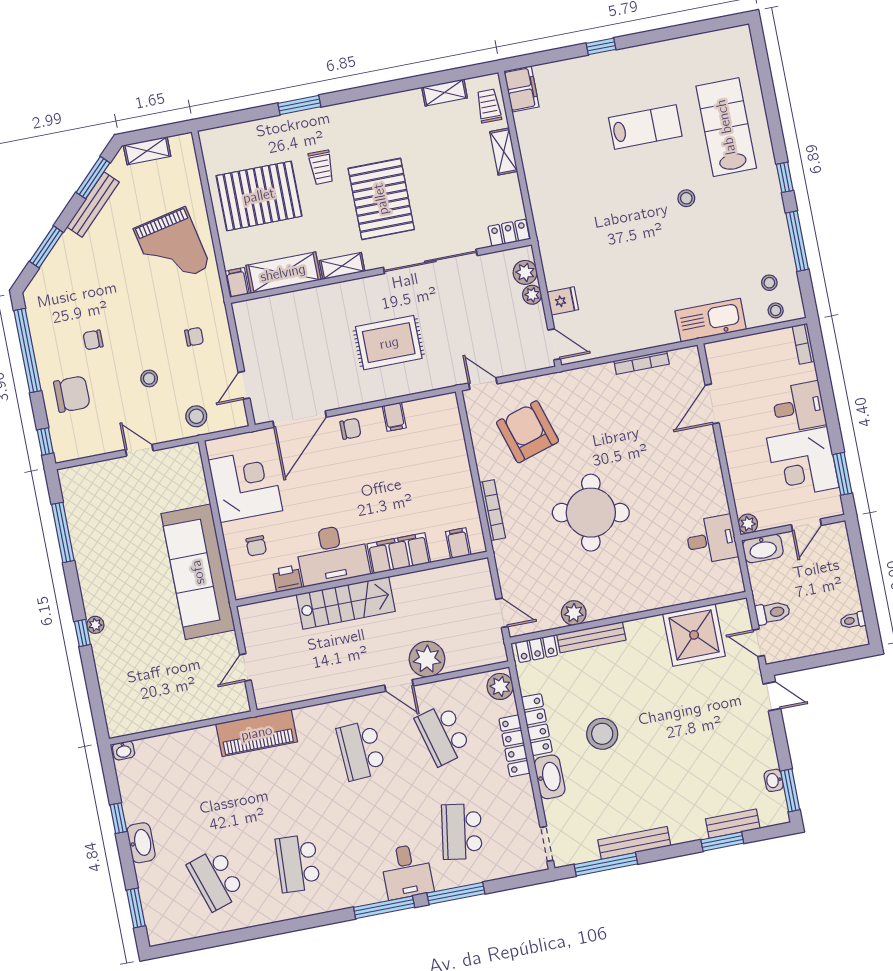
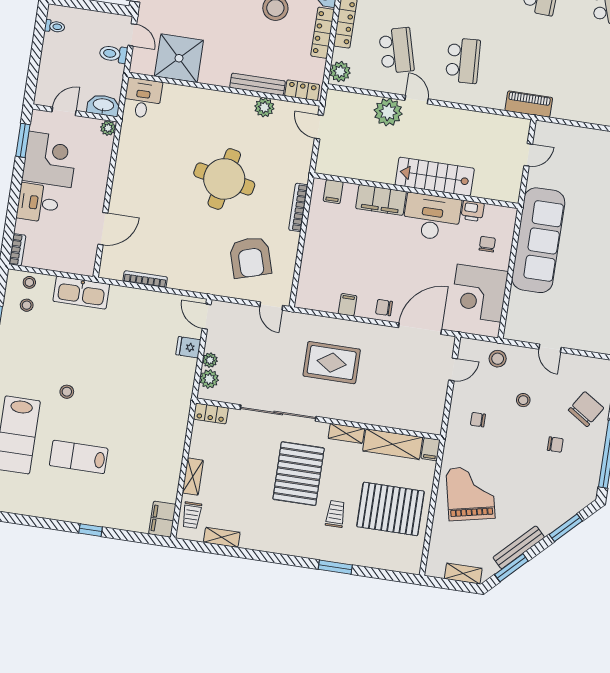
chair: (72, 394) -> (586, 409), turned 123
desk: (712, 540) -> (143, 98), moved, turned 90
piano: (257, 733) -> (529, 104), width x0.73, depth x0.75

